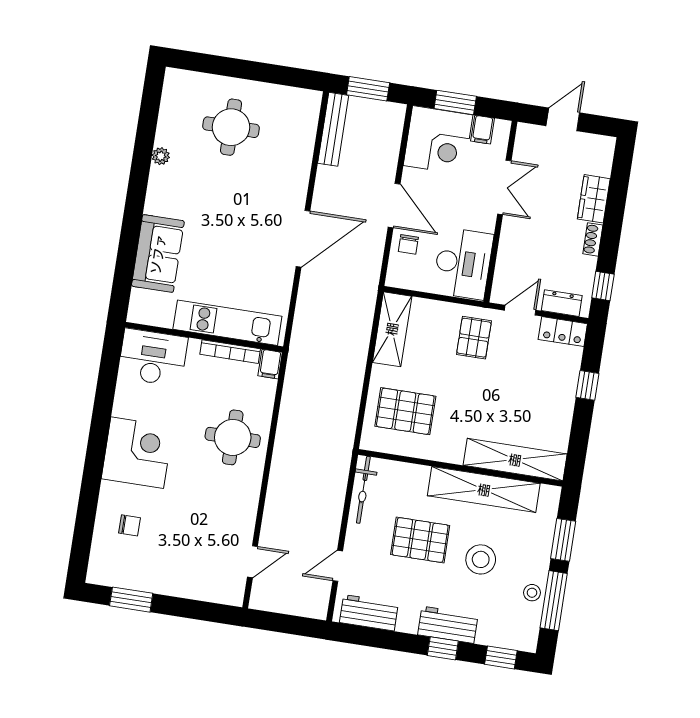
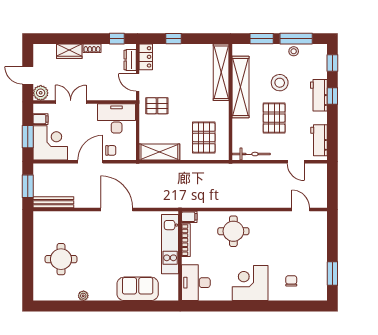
plant: (529, 137) -> (41, 93), added

